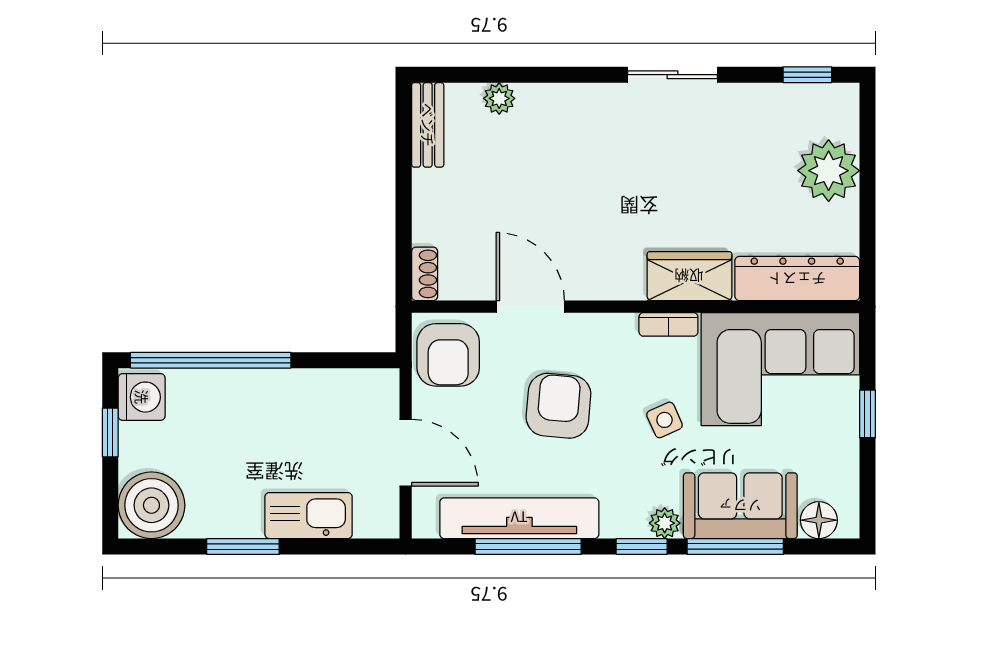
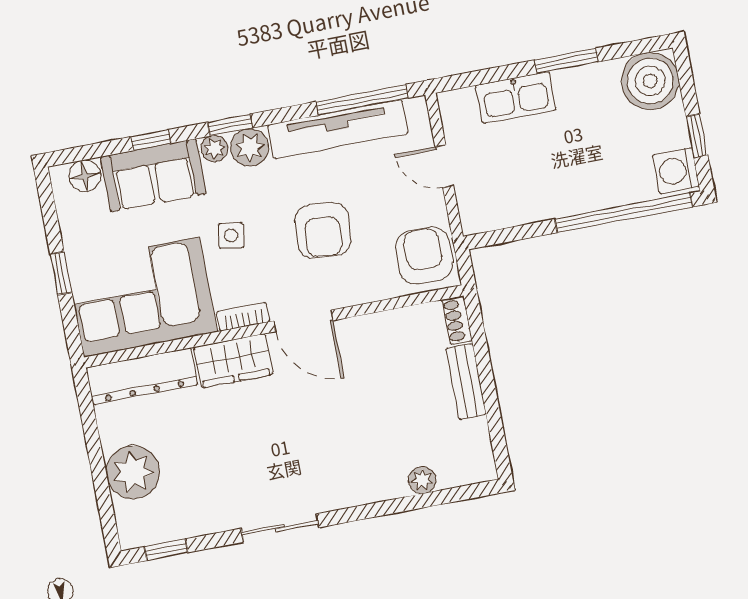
bench: (428, 125) -> (466, 382), moved
door: (530, 307) -> (303, 321), moved
side table: (665, 420) -> (231, 236), turned 33
door: (406, 453) -> (444, 166), width x0.73
plant: (624, 517) -> (250, 147), added
window: (528, 547) -> (362, 100), moved
window: (735, 547) -> (151, 140), width x0.46

